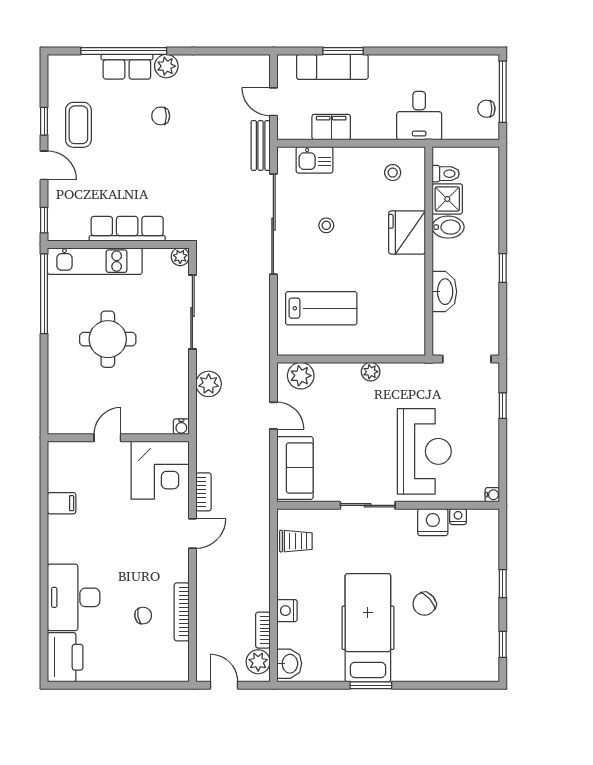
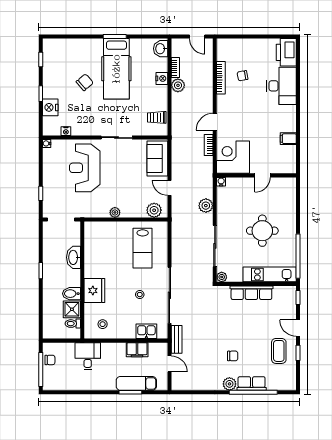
lab bench: (321, 308) -> (143, 248), turned -90
nightstand: (433, 522) -> (50, 107), moved, turned 90
plant: (258, 662) -> (178, 85), moved

